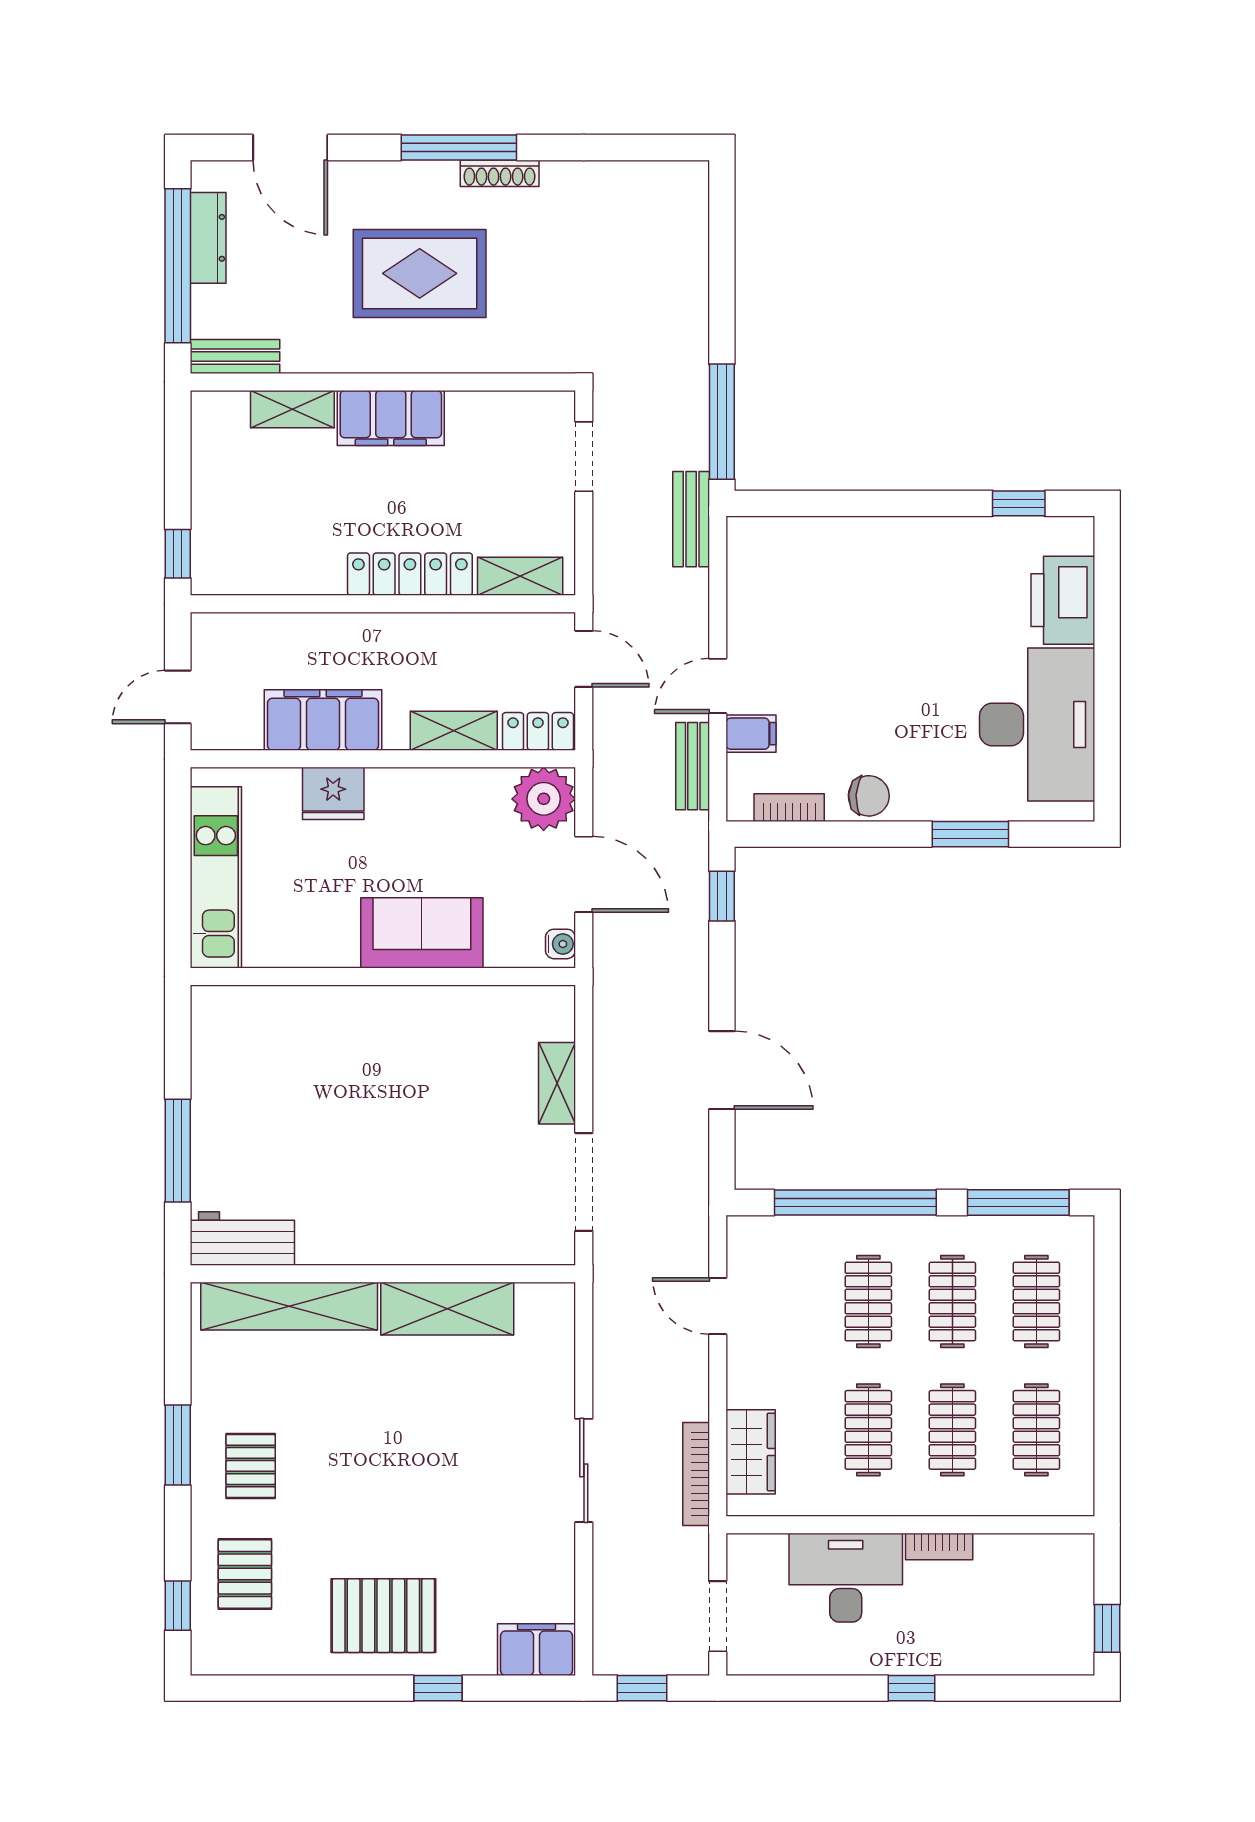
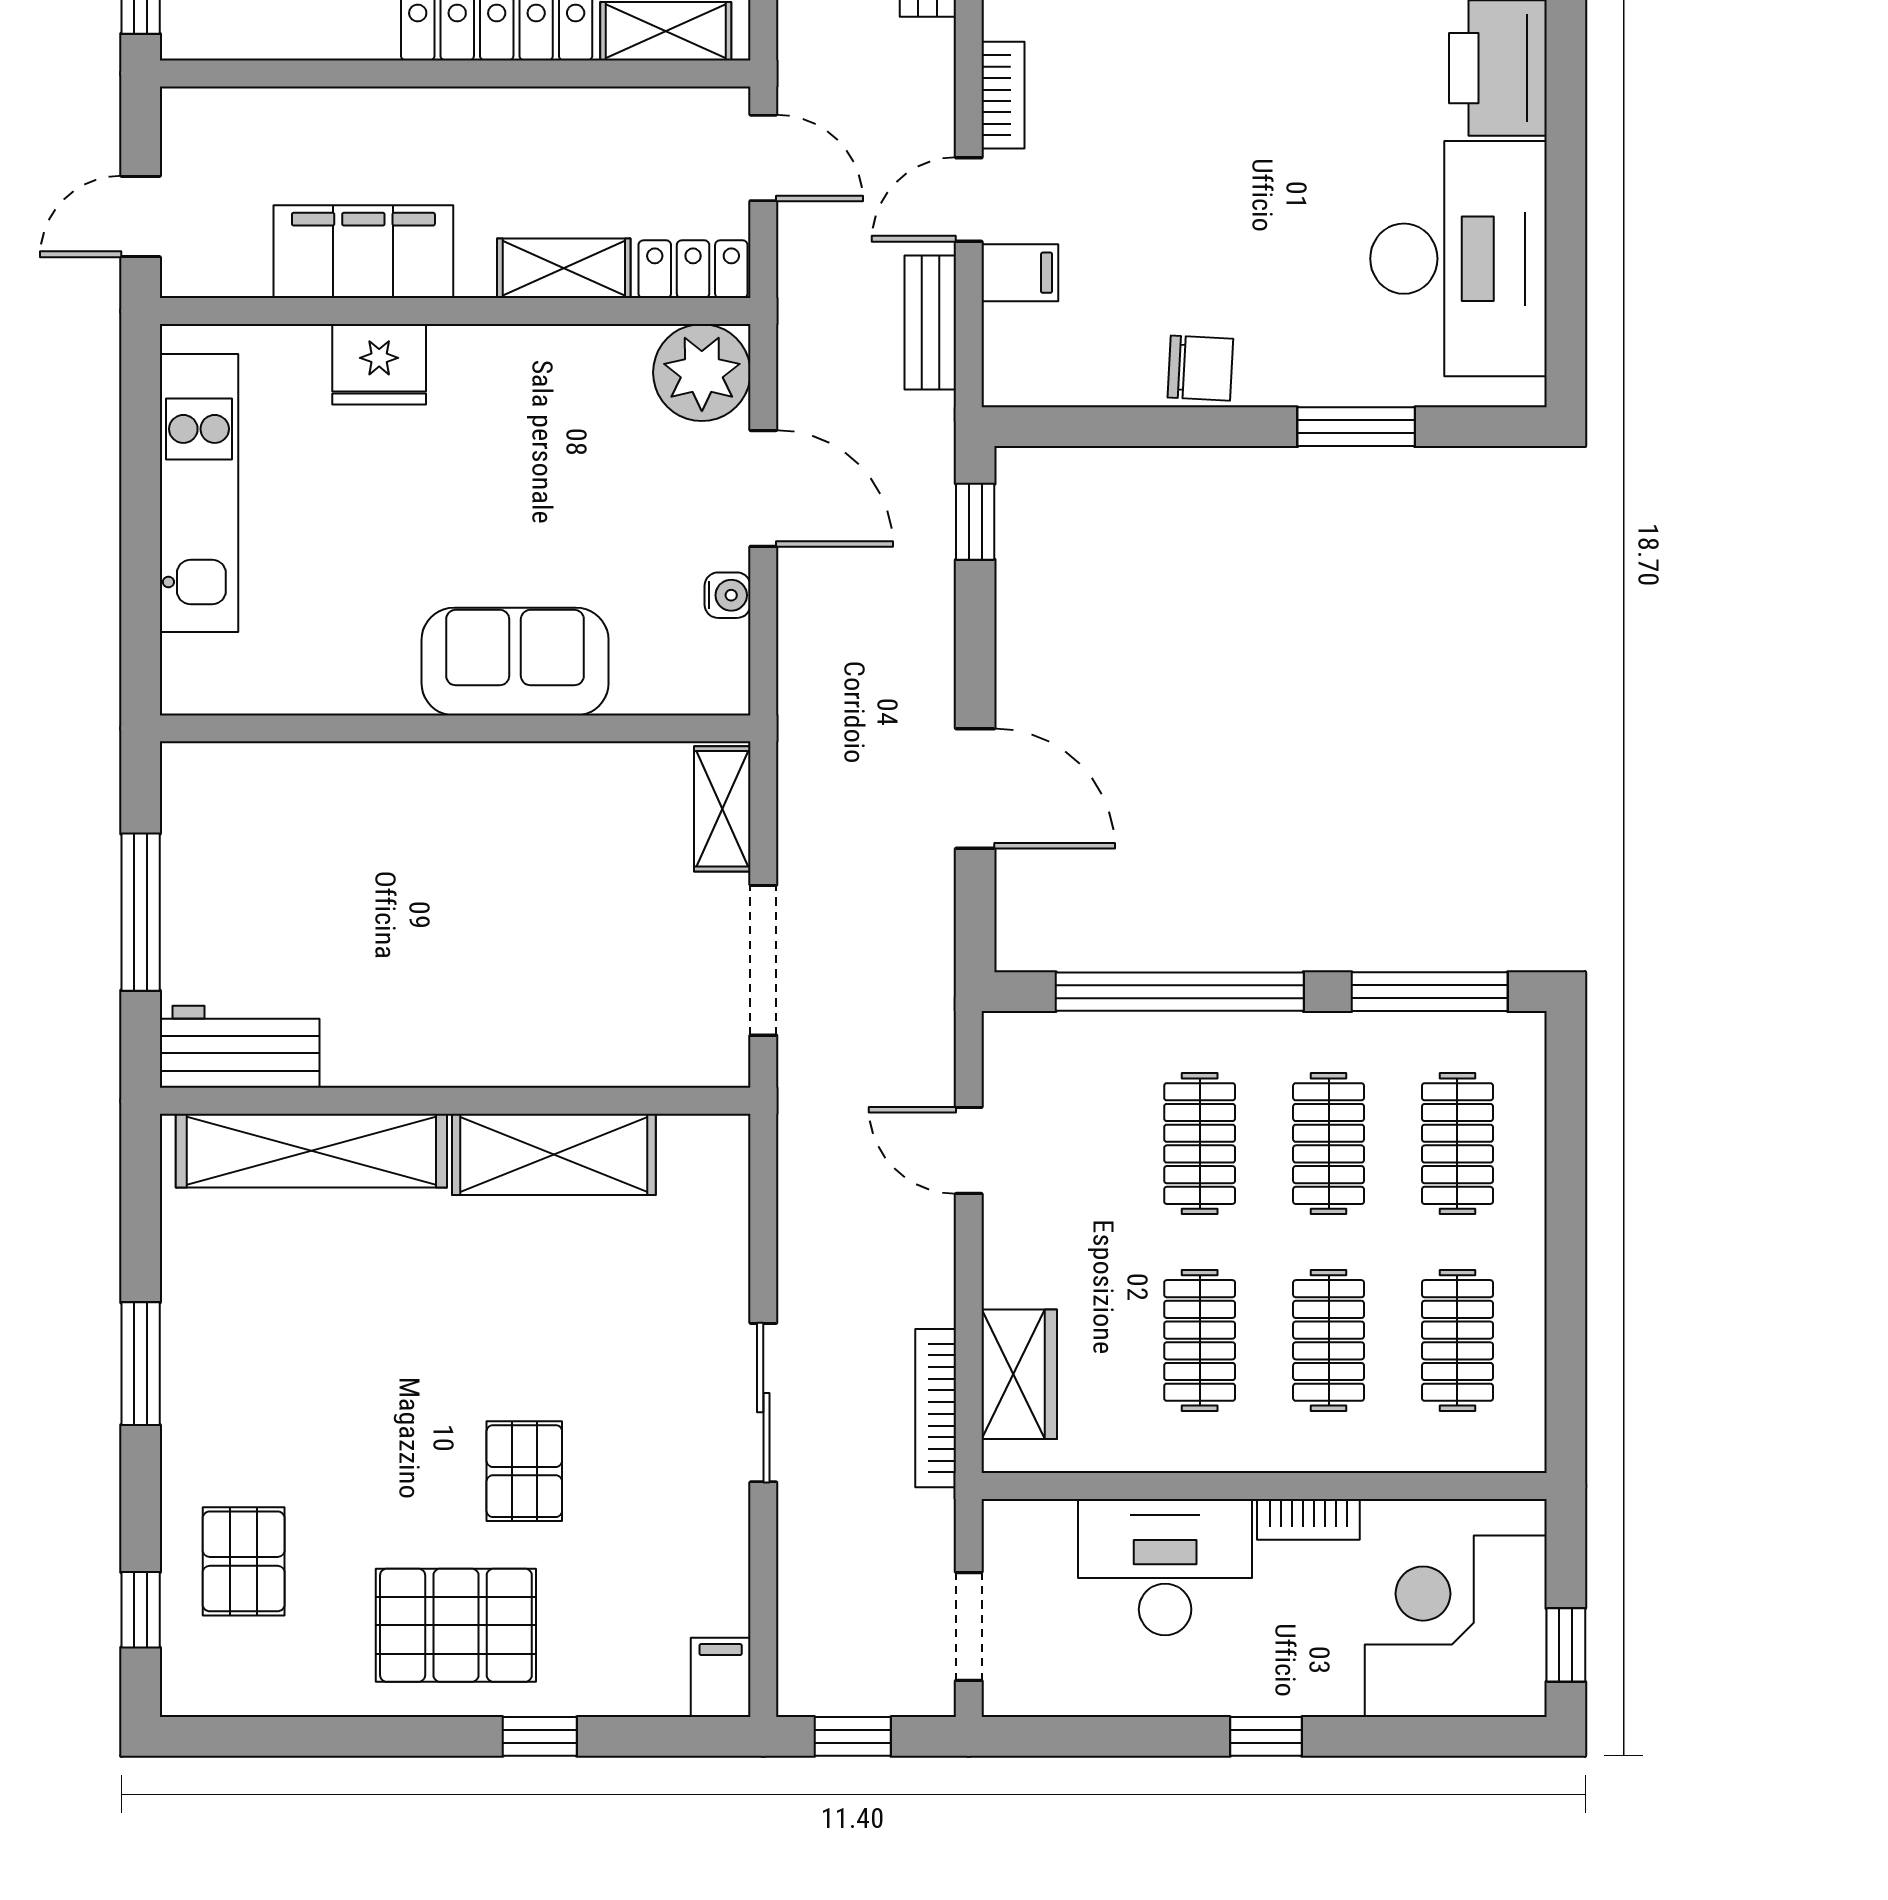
bookcase: (789, 808) -> (1003, 95), moved, turned 90
sofa: (422, 933) -> (515, 662), moved
wall: (383, 976) -> (455, 728), moved
pallet: (251, 1466) -> (524, 1471), moved
corner desk: (1035, 1616) -> (1456, 1626), added
filing cabinet: (537, 1650) -> (721, 1677), width x0.50

